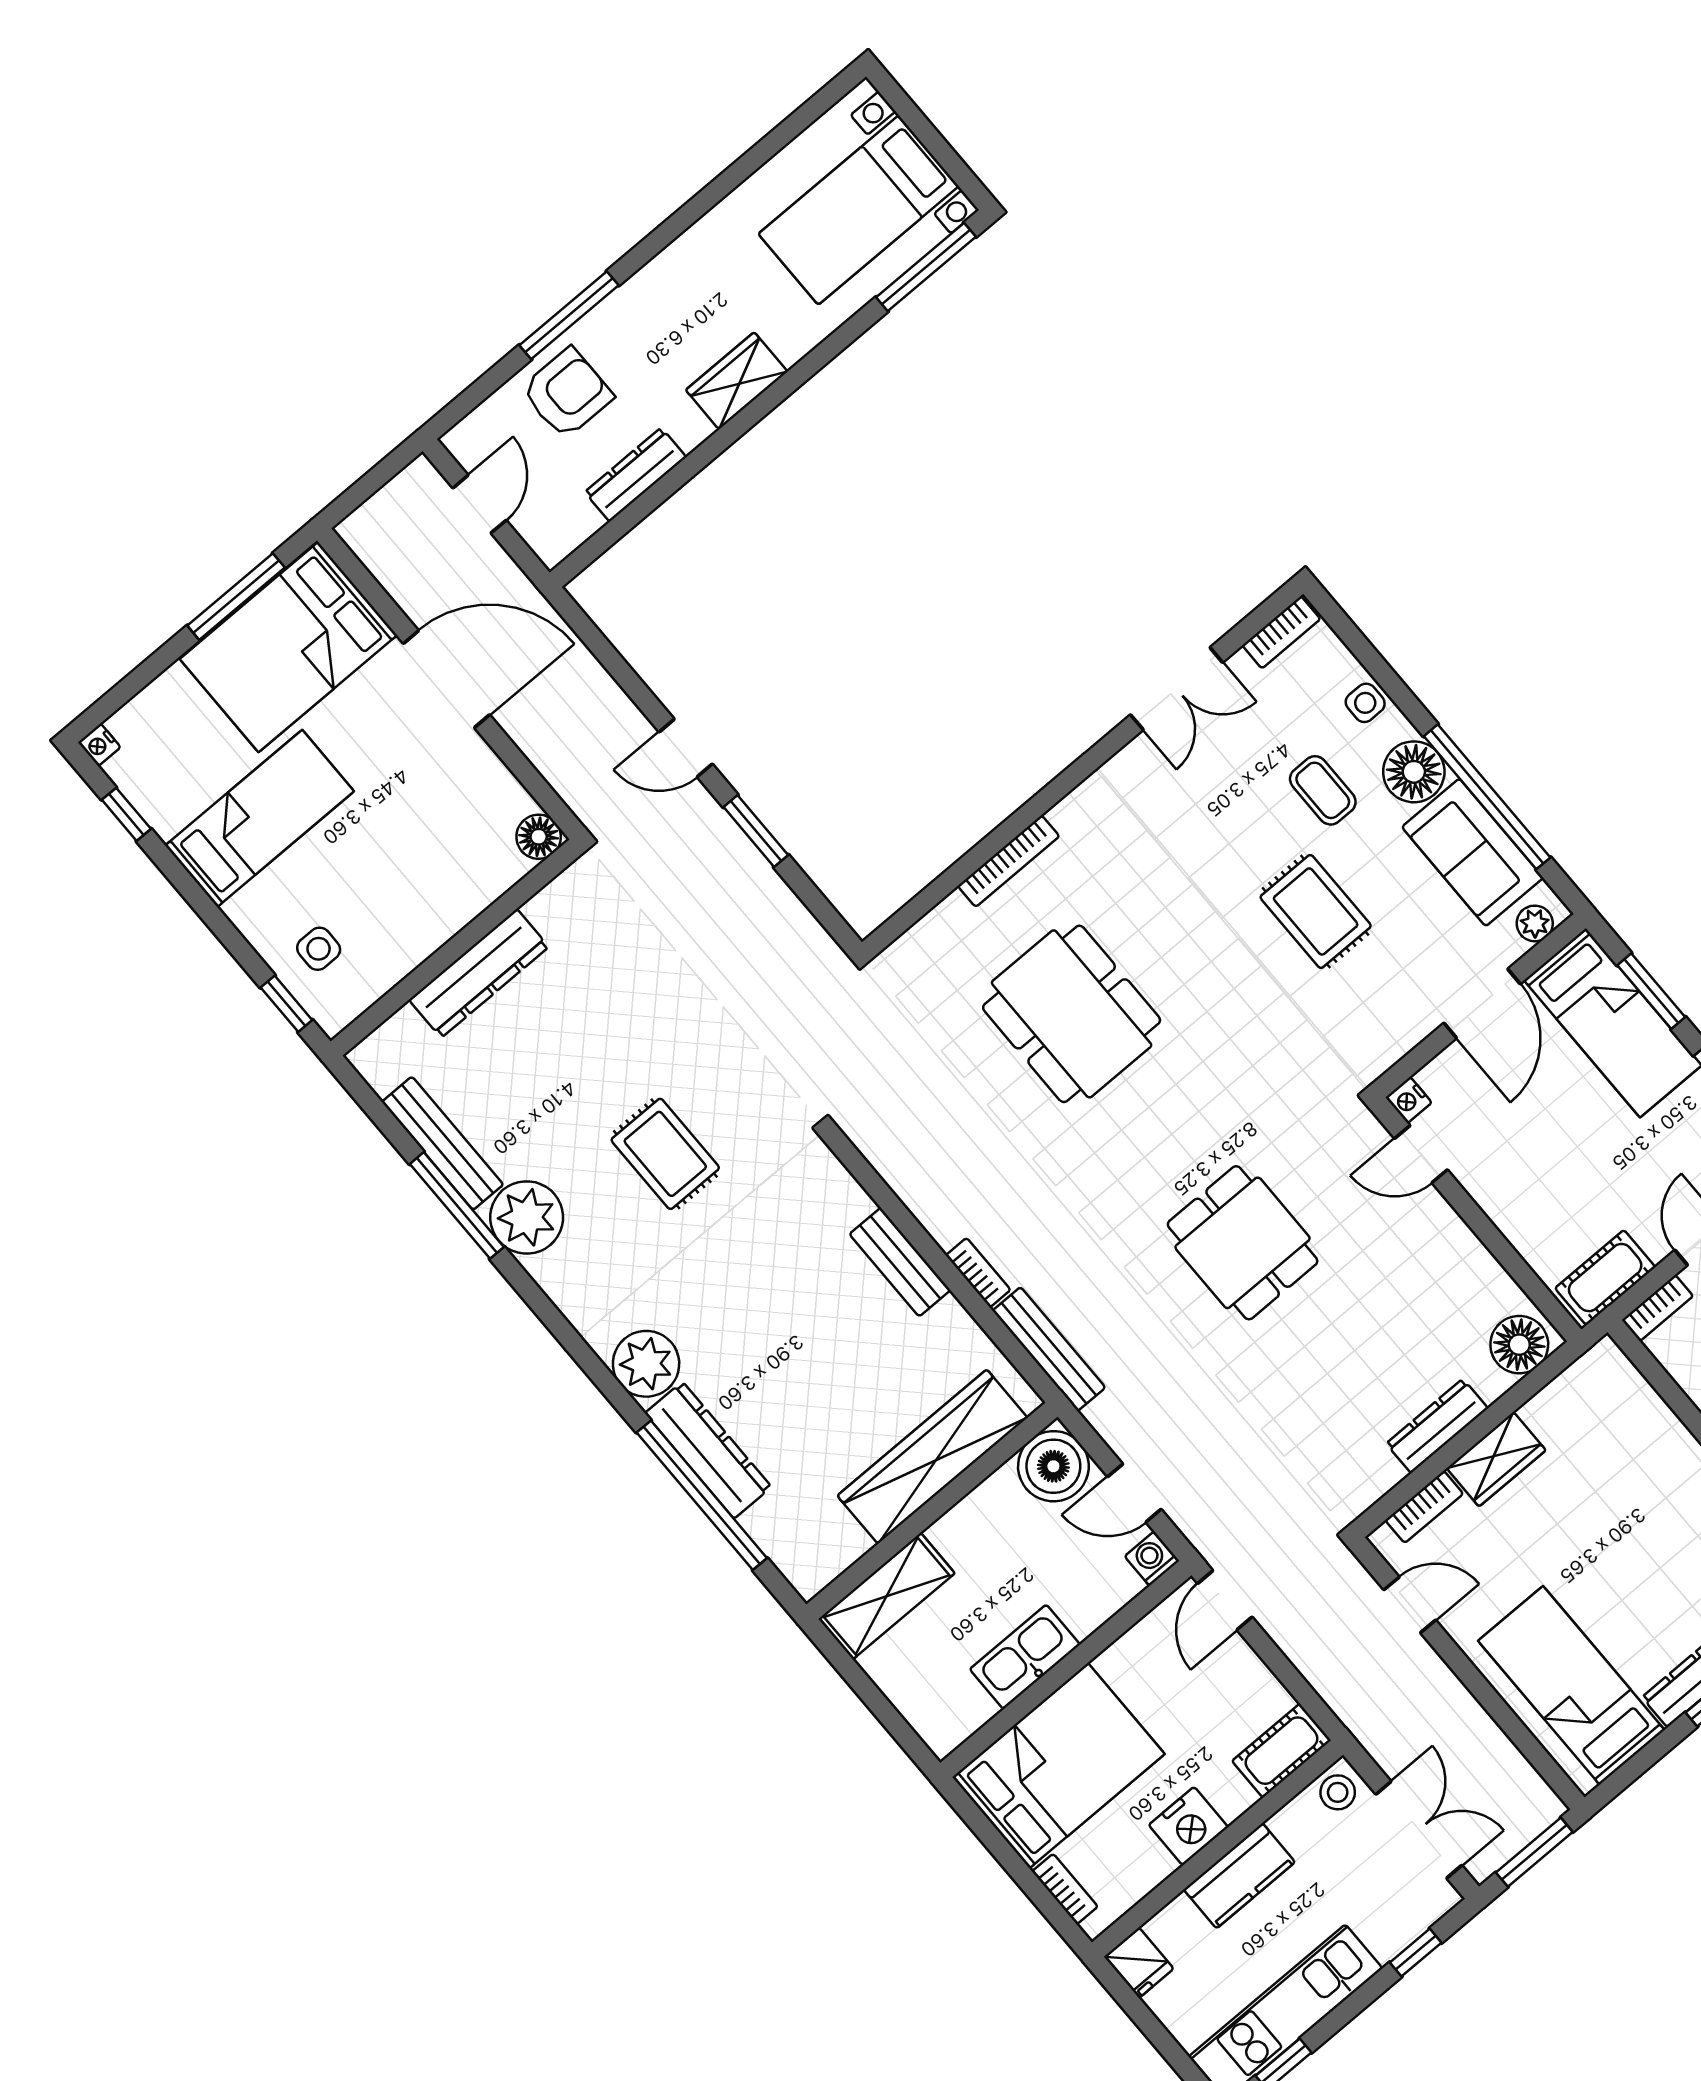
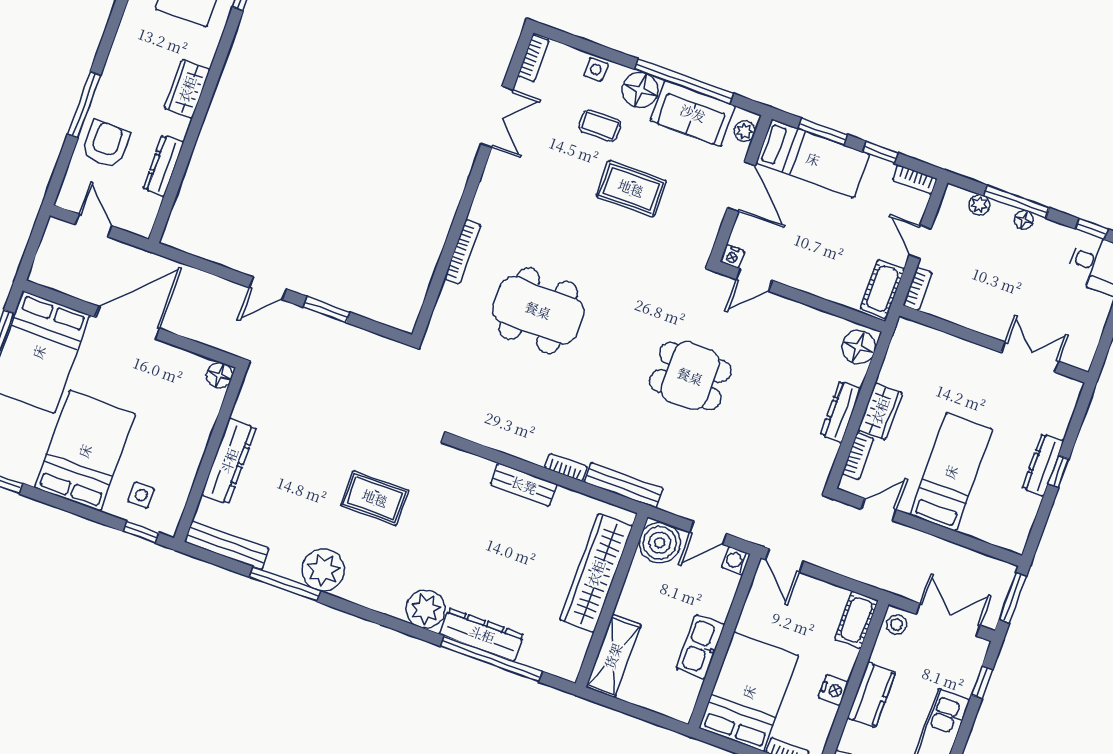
bed: (260, 818) -> (85, 451), width x1.50
bench: (442, 1143) -> (227, 545), moved
bed: (1571, 1685) -> (951, 472), moved, turned 90
nightstand: (1188, 1826) -> (833, 690), width x0.74, depth x0.75

